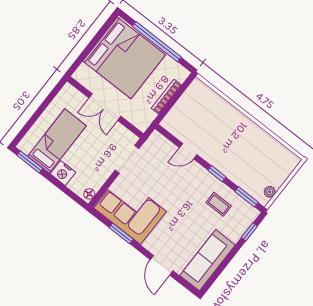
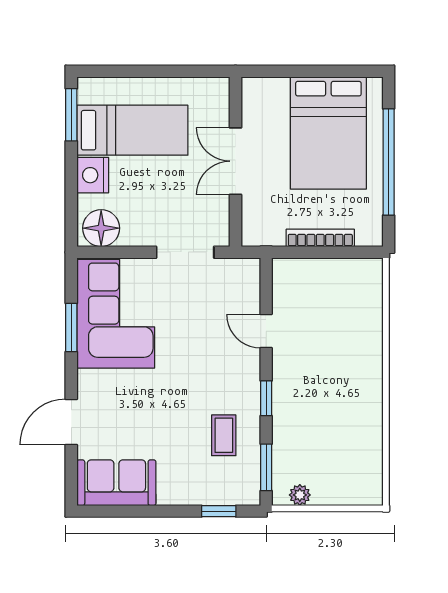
bed: (124, 58) -> (328, 133), width x0.73
floor lamp: (89, 194) -> (101, 228), width x1.89, depth x1.89
sofa: (208, 260) -> (116, 483), width x0.73

